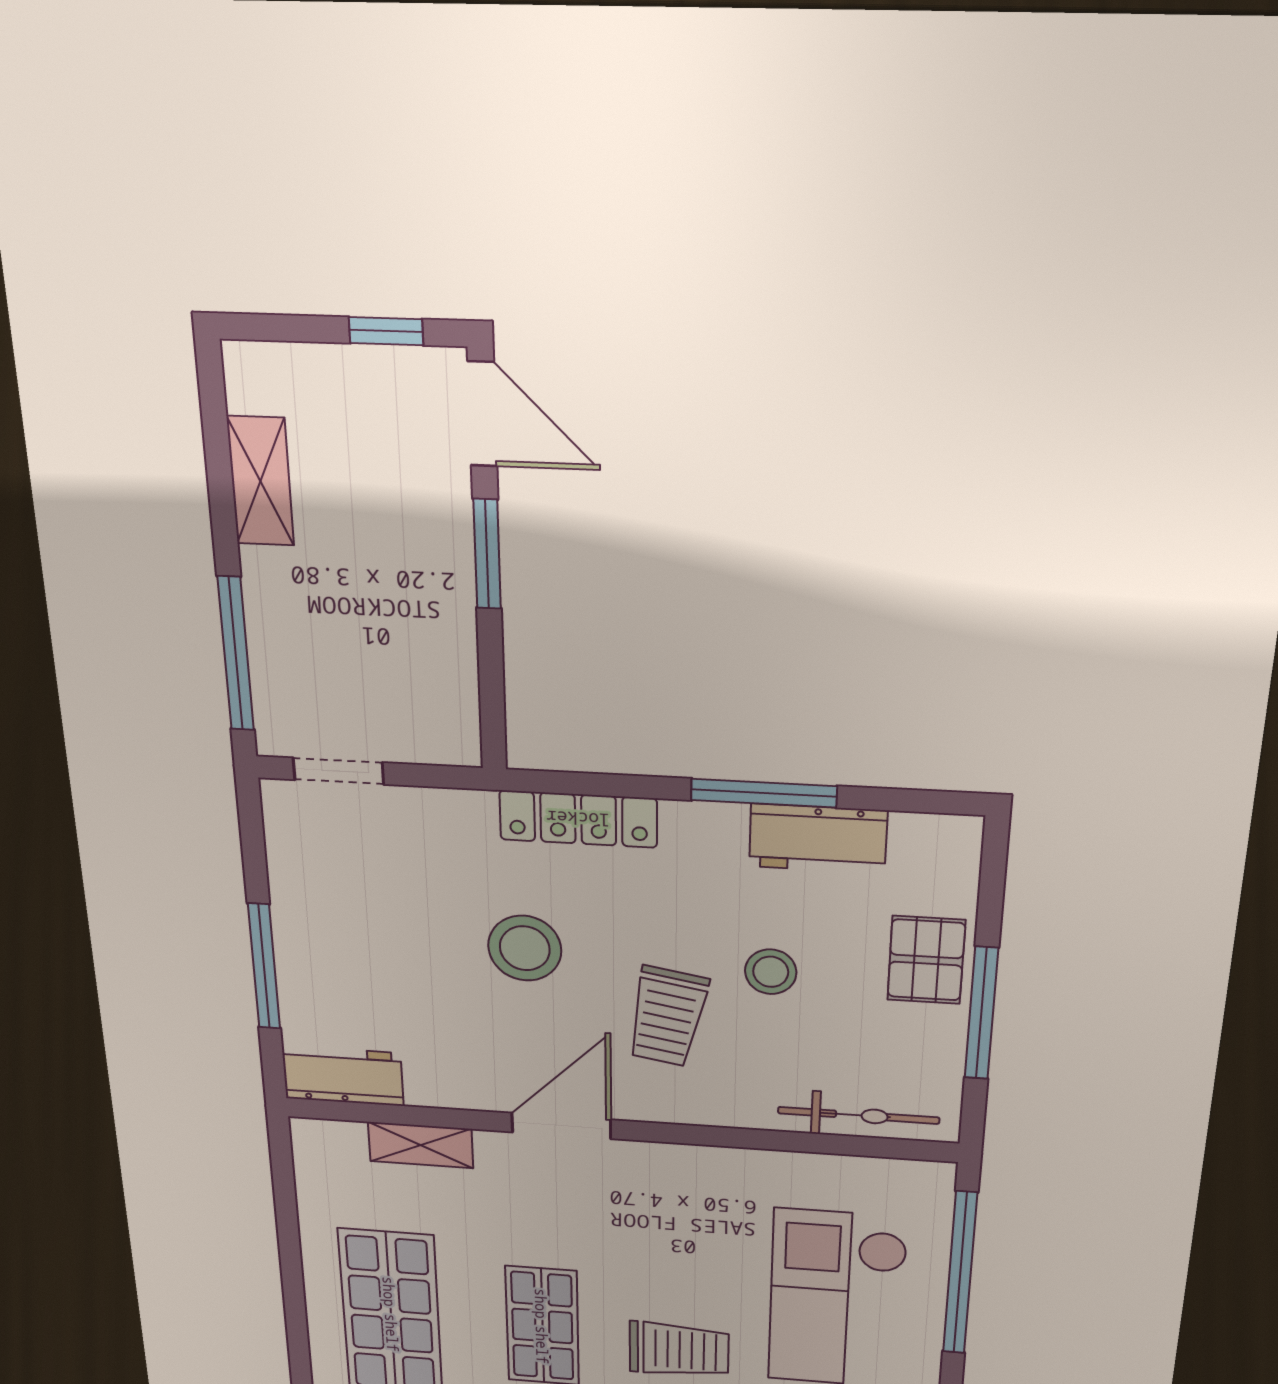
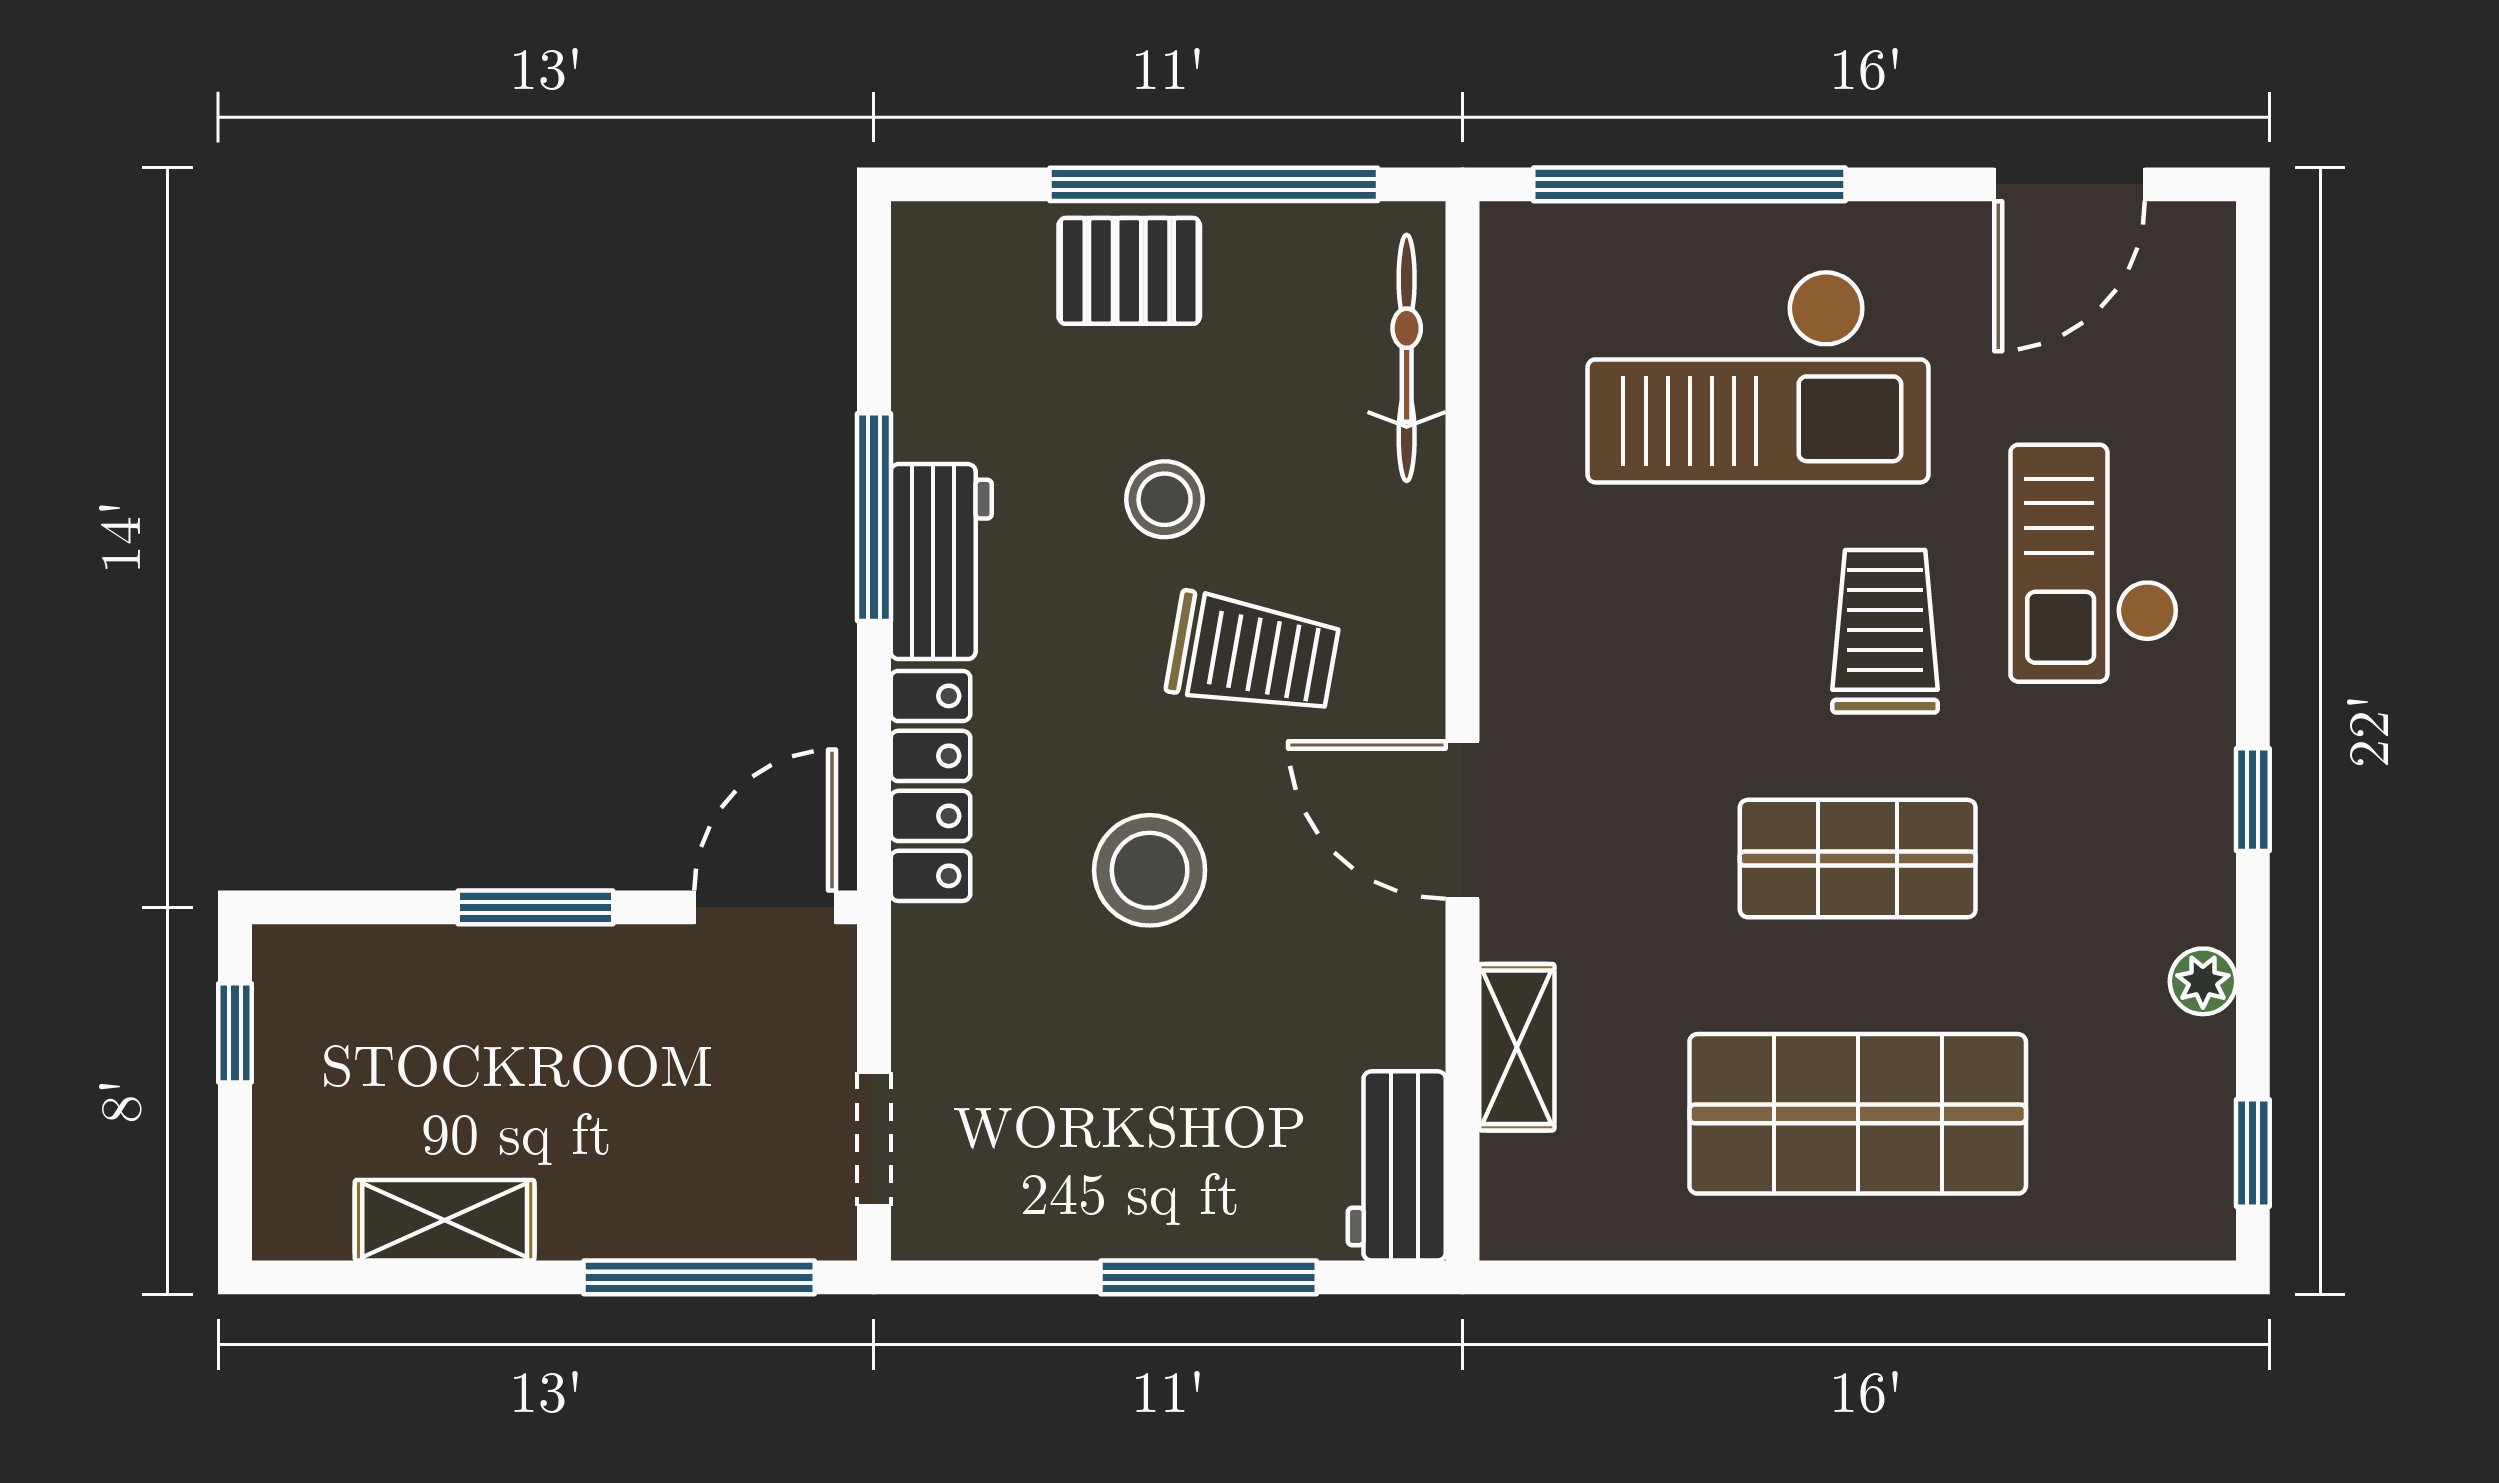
door: (482, 414) -> (765, 907), moved
workbench: (818, 839) -> (941, 562), moved
window: (981, 1013) -> (1214, 184), width x1.46

